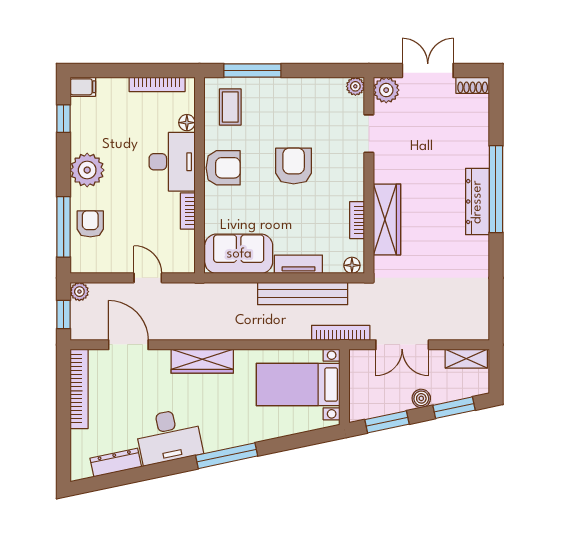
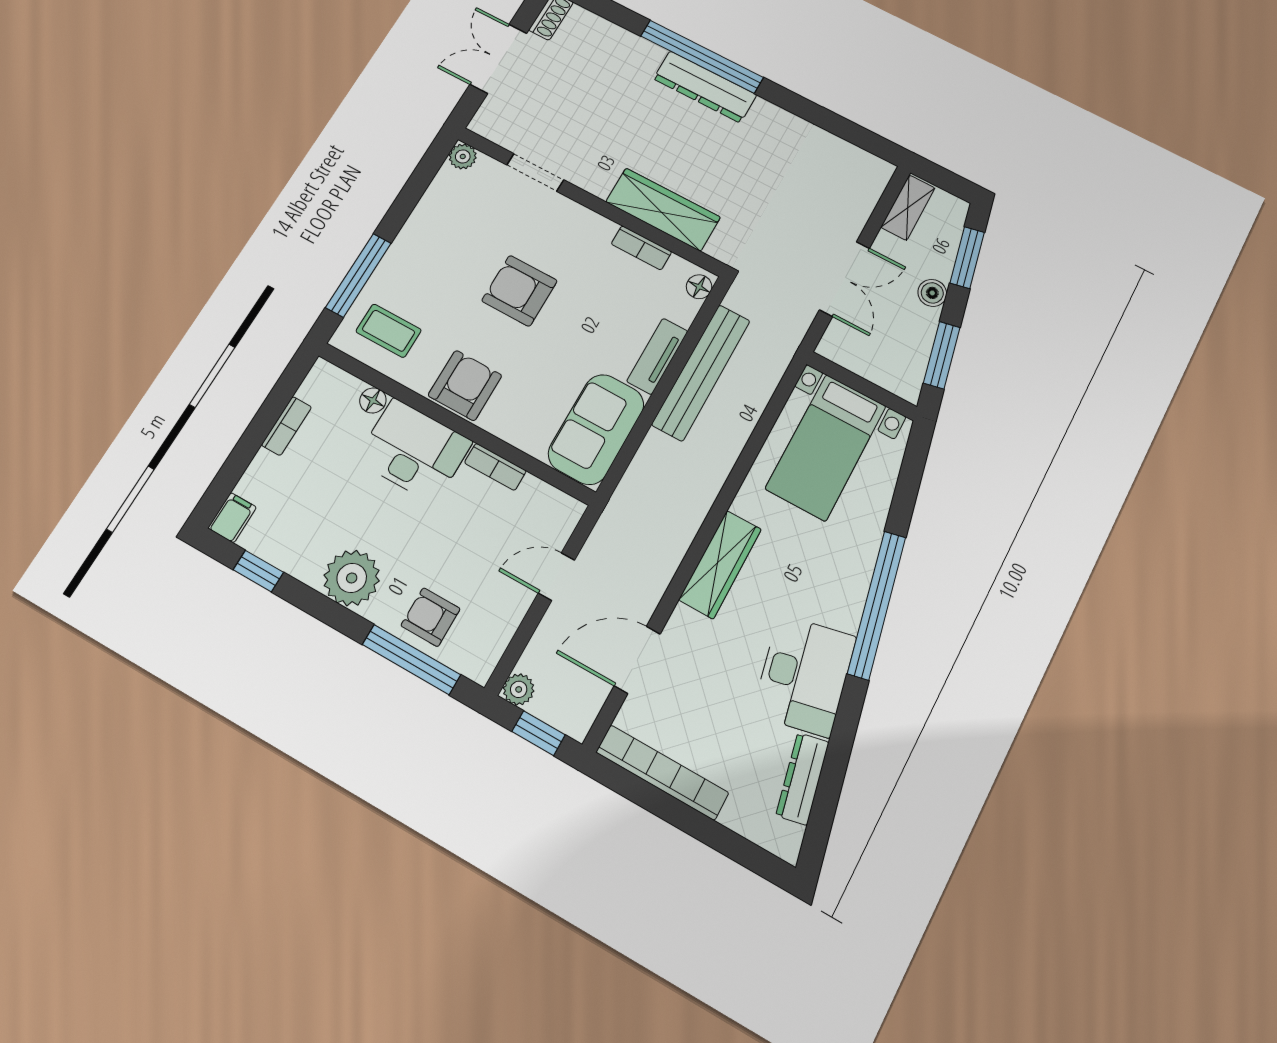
bookcase: (157, 84) -> (287, 426), width x0.64
plant: (386, 90) -> (492, 121), removed
bookcase: (341, 333) -> (784, 351), removed
window: (227, 456) -> (877, 605), width x1.46

